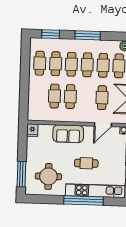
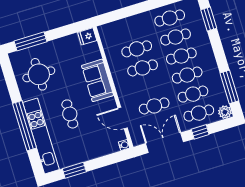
window: (88, 35) -> (229, 87), moved

